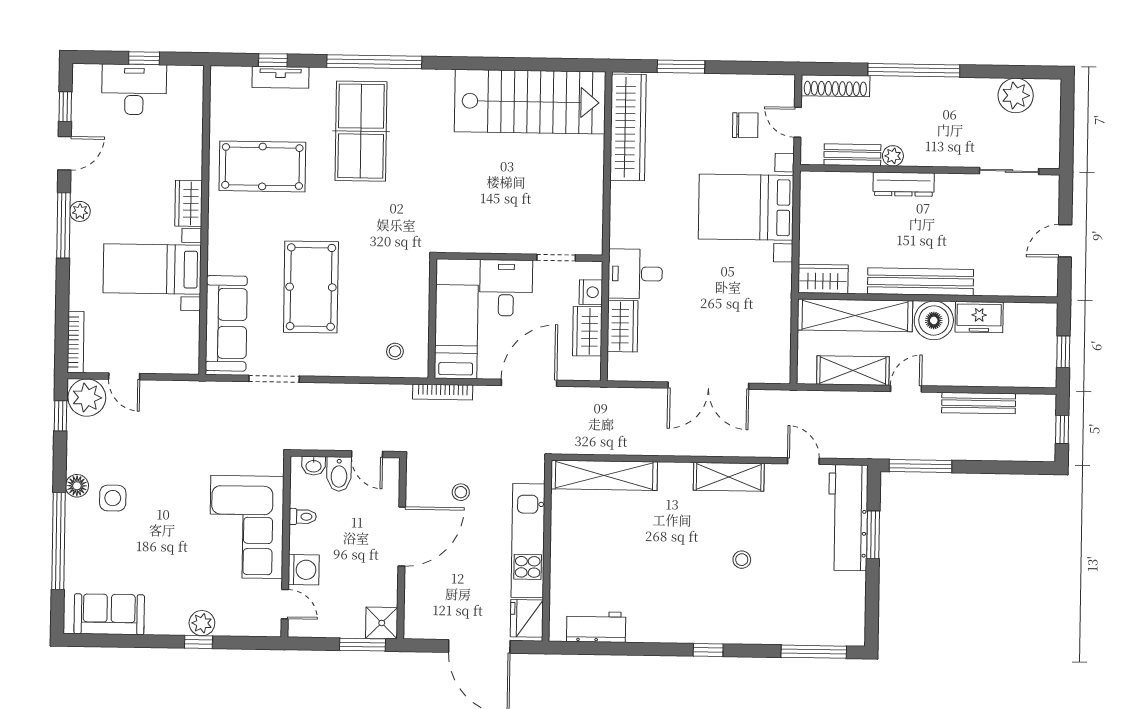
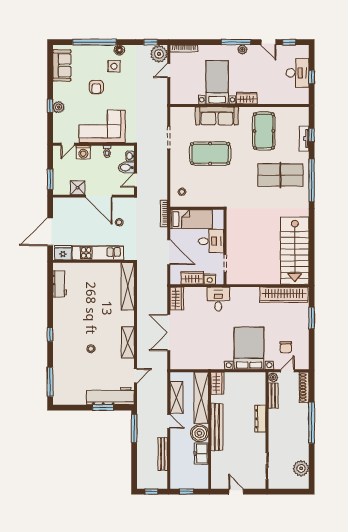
plant: (893, 156) -> (273, 377), moved
sofa: (226, 323) -> (217, 116), moved
wardrobe: (623, 326) -> (177, 299), moved, turned -90
armchair: (158, 538) -> (96, 87), added
shower: (382, 623) -> (77, 188), moved

